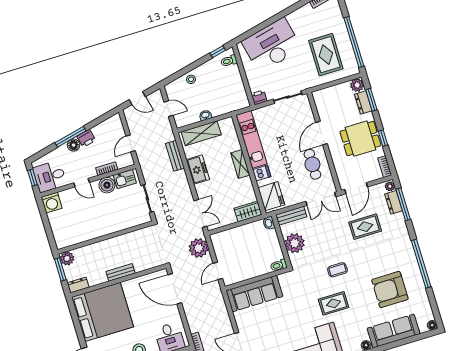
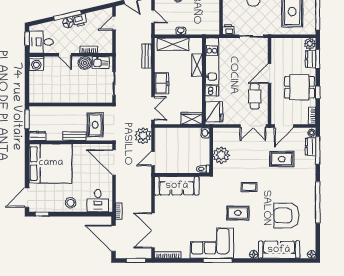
door: (131, 143) -> (114, 23), moved
shelving: (240, 164) -> (197, 65), moved
freezer: (198, 170) -> (162, 83), moved
bench: (291, 216) -> (225, 132), removed
rug: (140, 252) -> (95, 125), added
plant: (67, 258) -> (35, 112), removed

